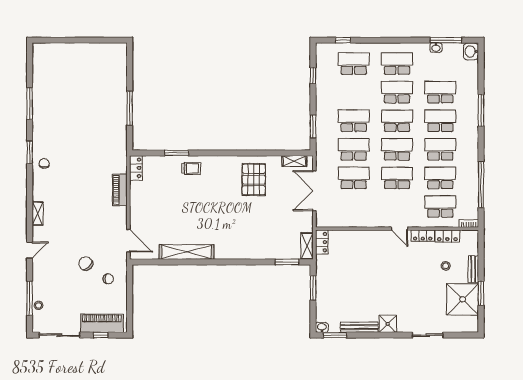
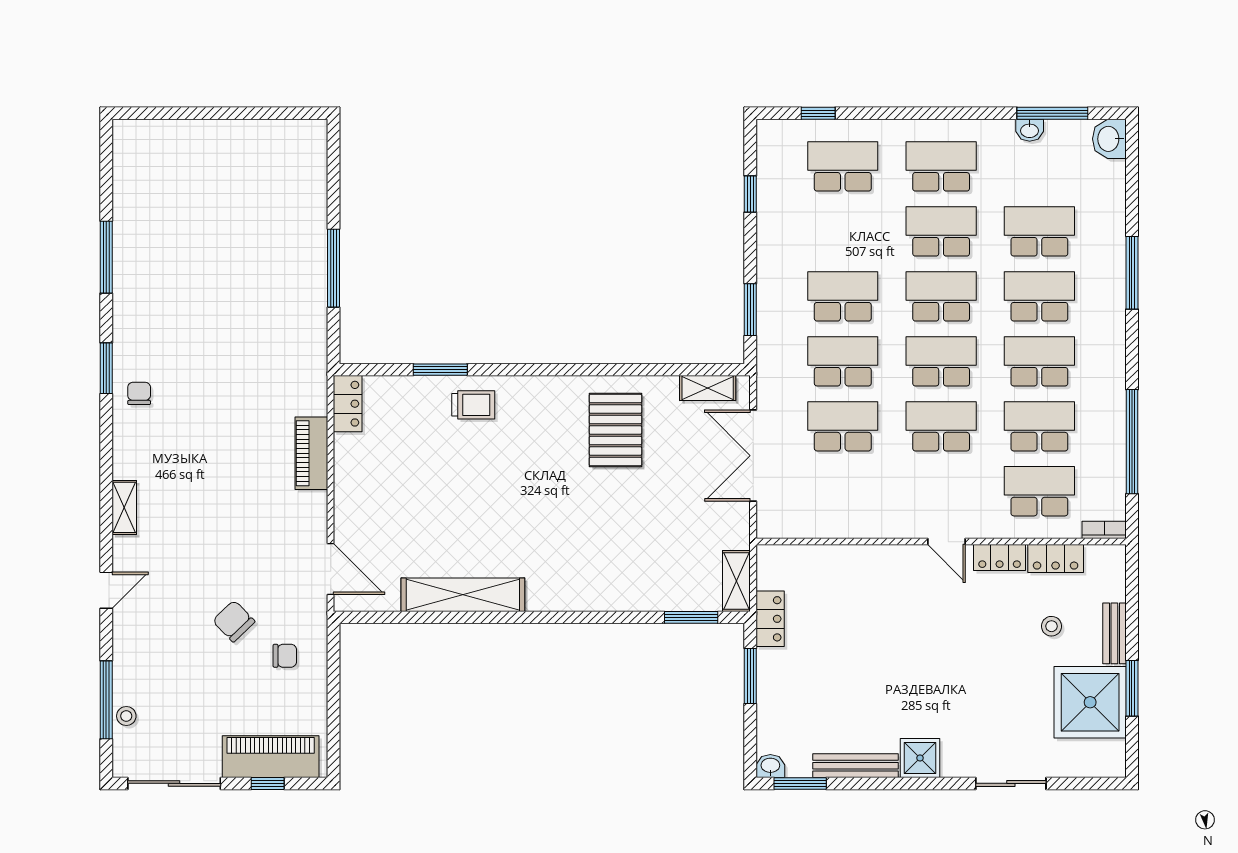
locker: (322, 242) -> (770, 619), moved

